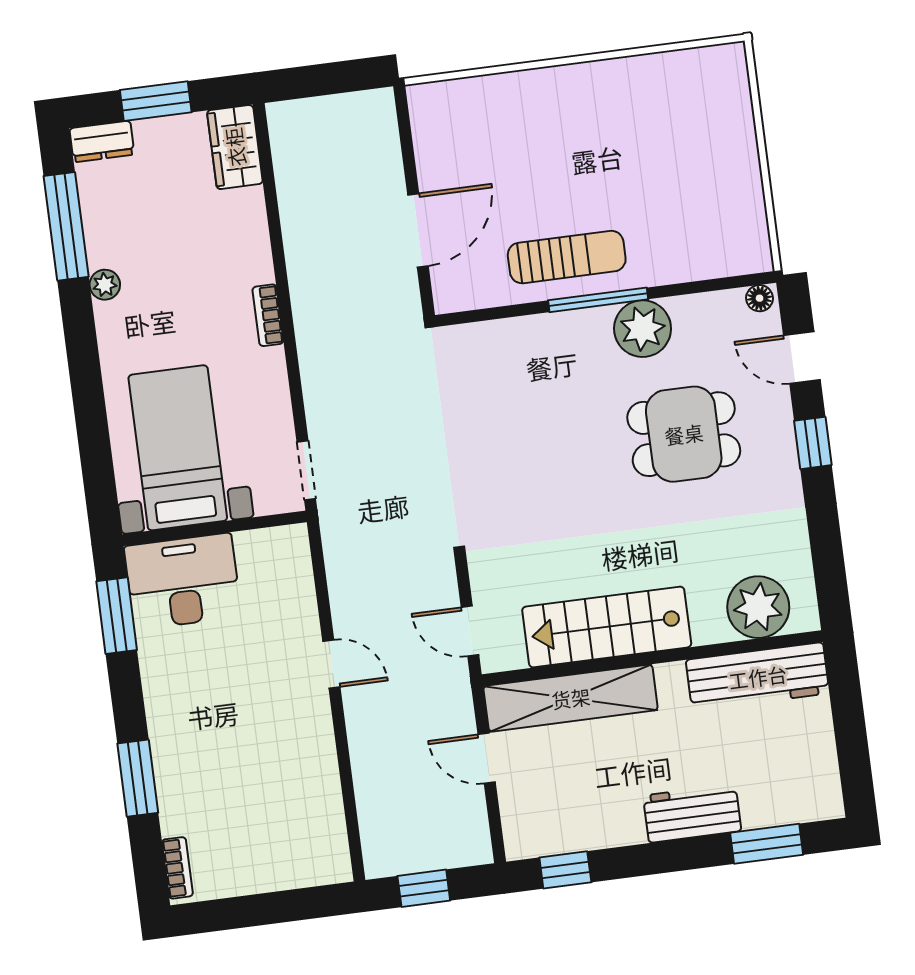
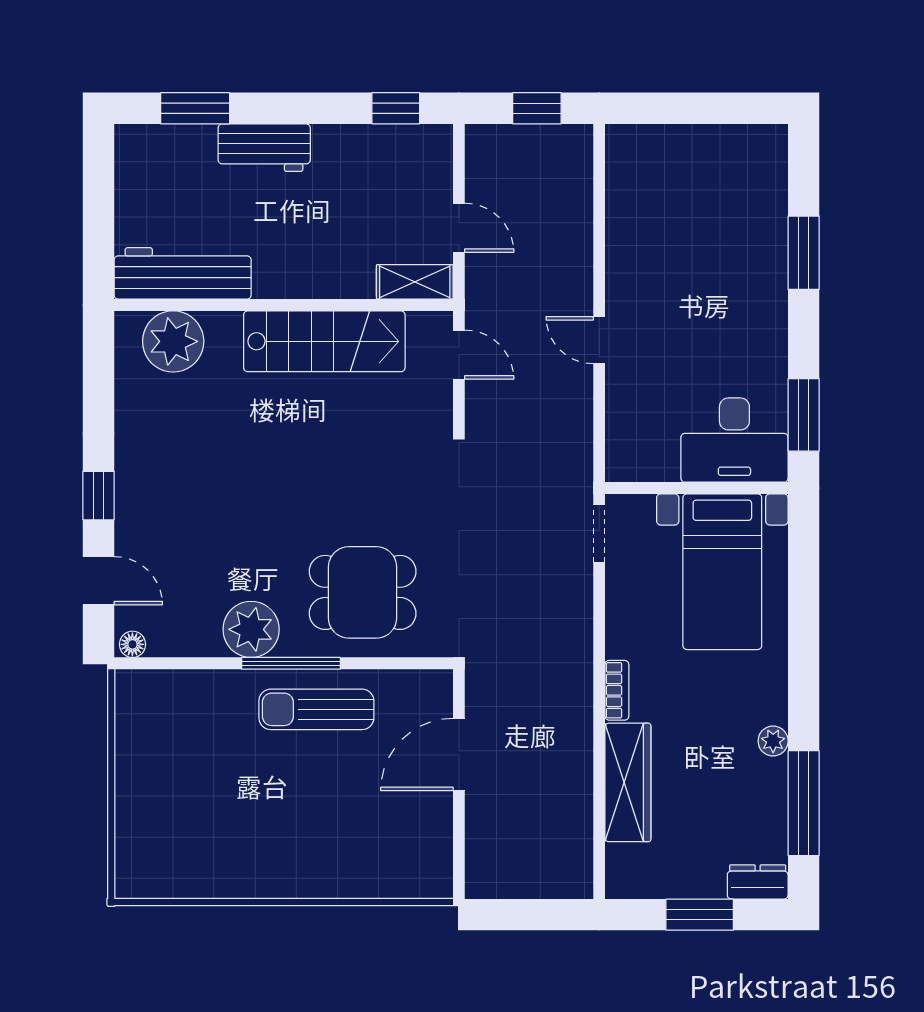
wardrobe: (235, 147) -> (628, 782), moved, width x1.50
dining table: (684, 434) -> (363, 592), moved
shelving: (571, 698) -> (415, 282), width x0.45, depth x0.75
bookcase: (177, 868) -> (776, 160), removed

